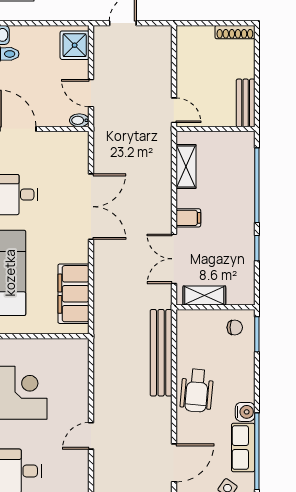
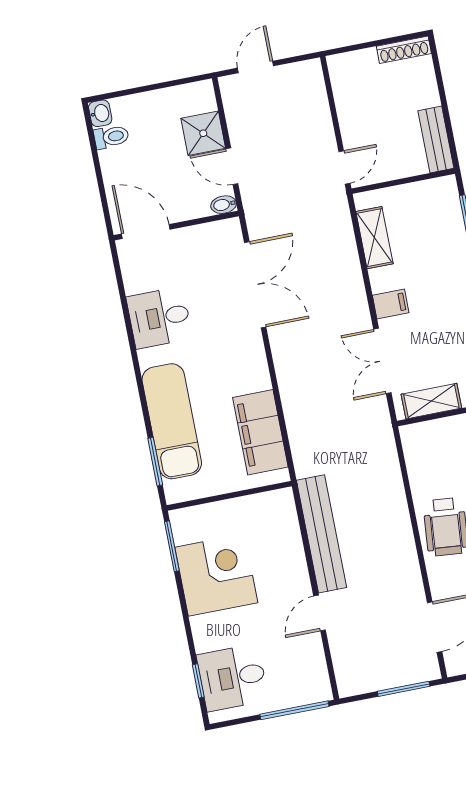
shower: (75, 45) -> (203, 133), moved
door: (174, 110) -> (344, 167), hinge flipped
double door: (91, 207) -> (255, 285), moved
bench: (161, 353) -> (321, 534), moved

